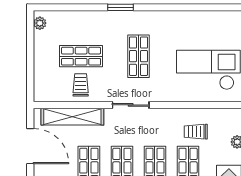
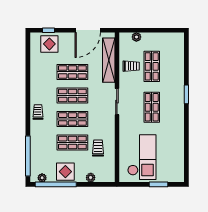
plant: (40, 23) -> (136, 37), moved
shop shelf: (138, 56) -> (152, 107), turned 90

